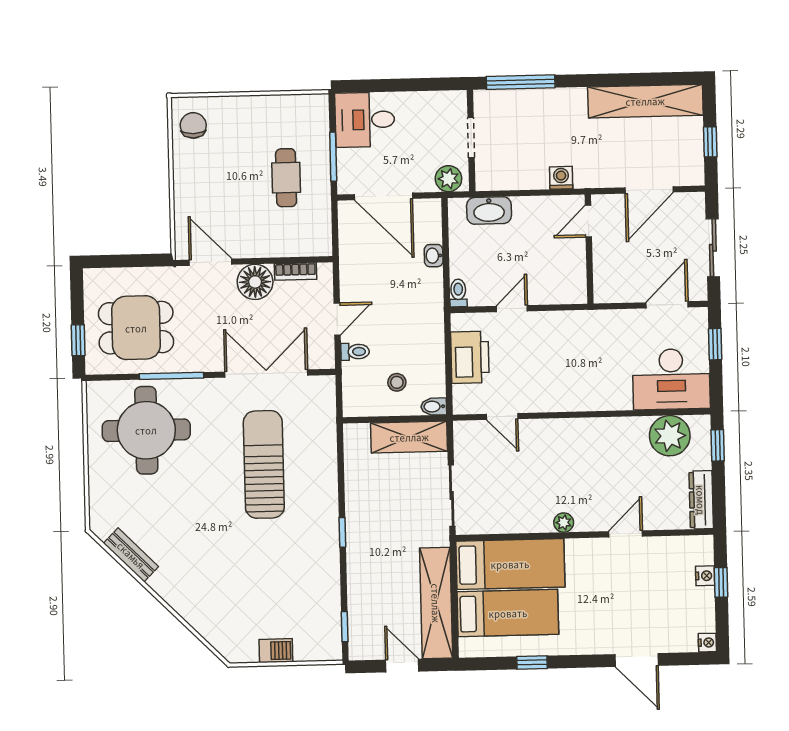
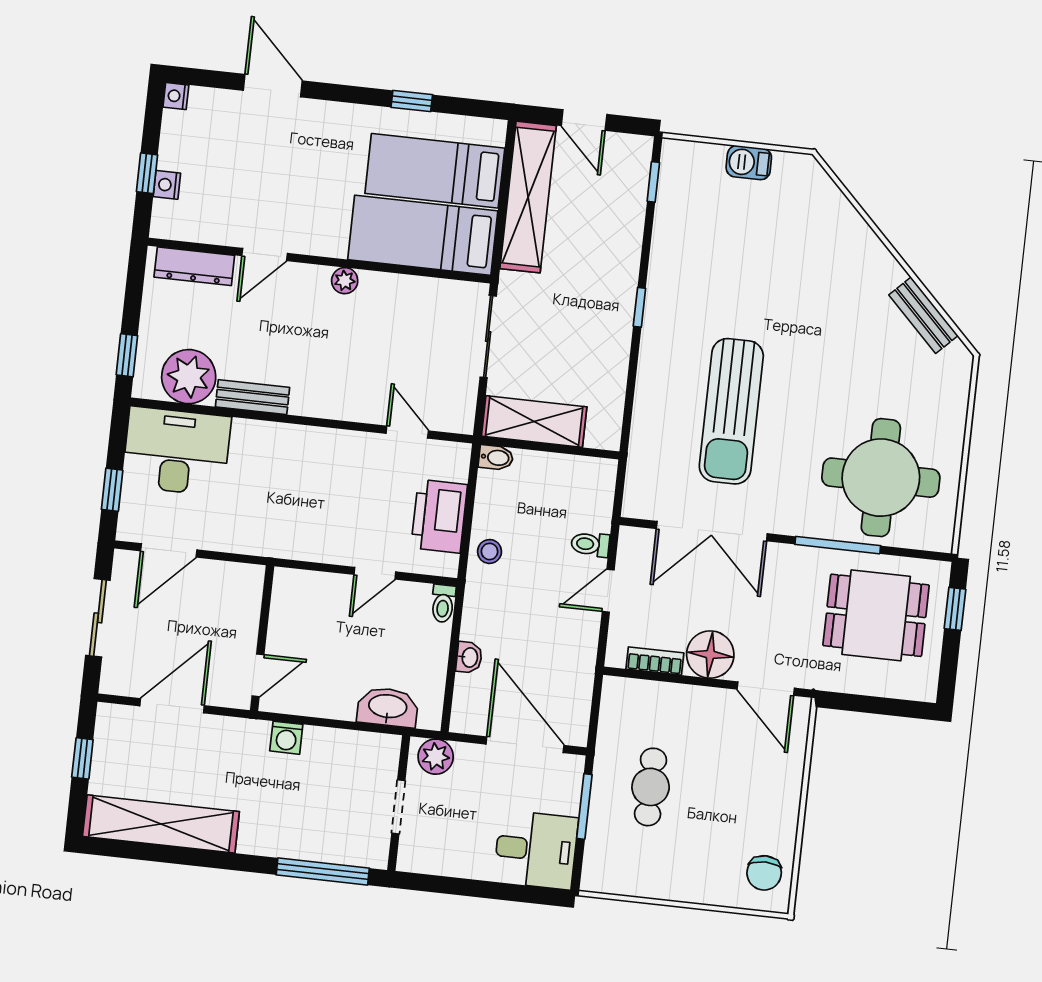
stool: (397, 382) -> (490, 551), moved
bench: (620, 427) -> (252, 397), added
dresser: (701, 500) -> (194, 266), moved, turned 90

